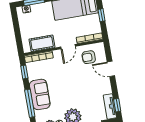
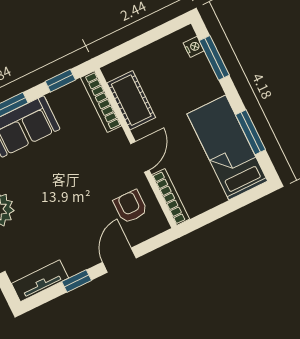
window: (102, 15) -> (226, 208), removed
door: (68, 47) -> (140, 157), swing flipped
window: (117, 105) -> (77, 281), moved

